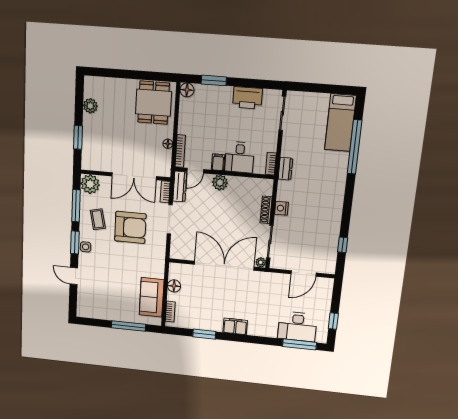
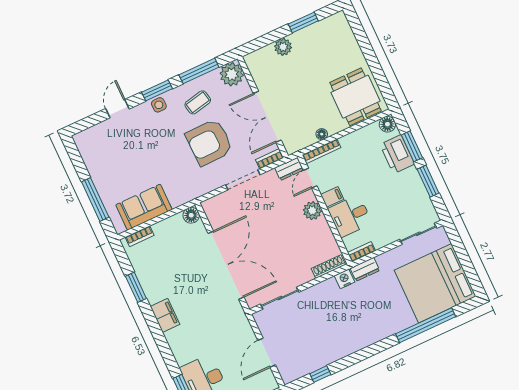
window: (247, 83) -> (428, 181), added
printer: (248, 98) -> (397, 154), moved
dining table: (154, 103) -> (356, 97), turned 90
plant: (90, 106) -> (283, 47), moved
bed: (340, 123) -> (435, 283), width x2.04
window: (78, 137) -> (303, 22), moved
door: (195, 171) -> (310, 178), hinge flipped
dresser: (180, 187) -> (289, 169), width x0.70
nightstand: (281, 208) -> (345, 279), moved
shoe rack: (266, 210) -> (328, 267), moved
armchair: (130, 227) -> (209, 142), turned 89
plant: (261, 262) -> (252, 301), removed
door: (304, 273) -> (267, 353), hinge flipped
floor lamp: (174, 286) -> (191, 215), moved

